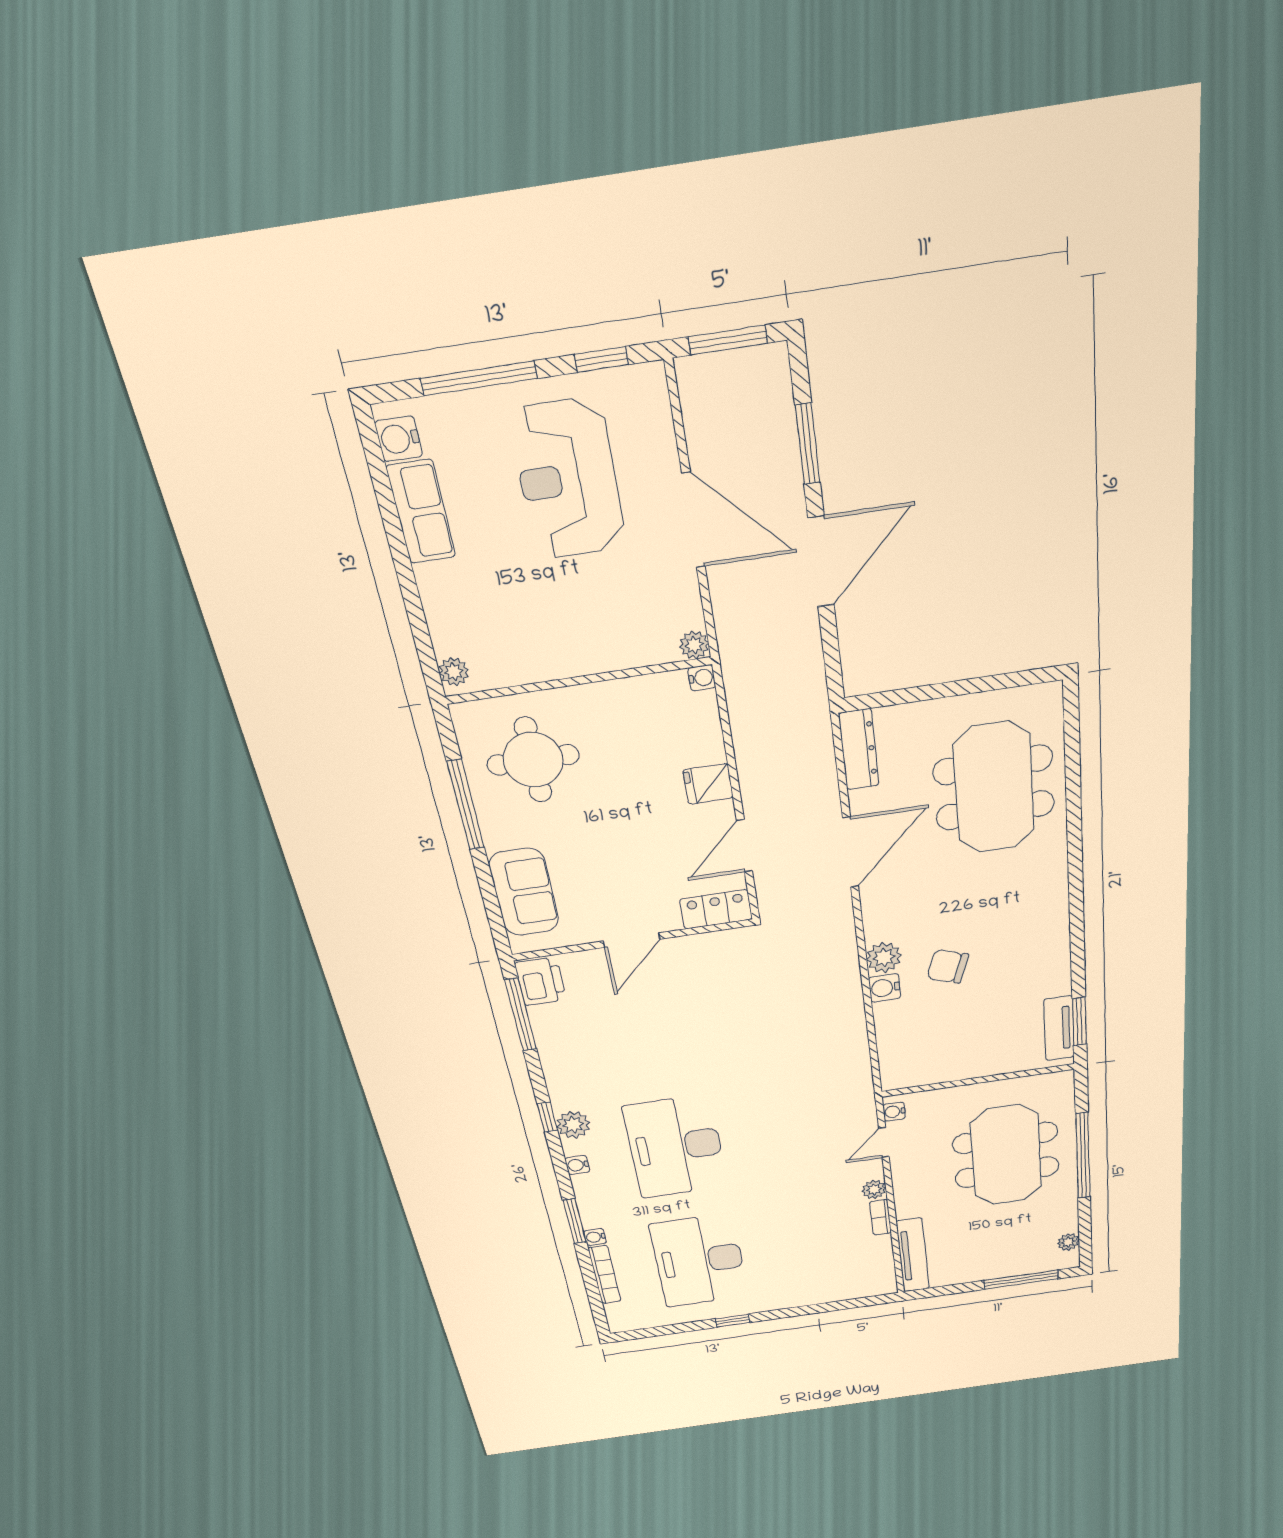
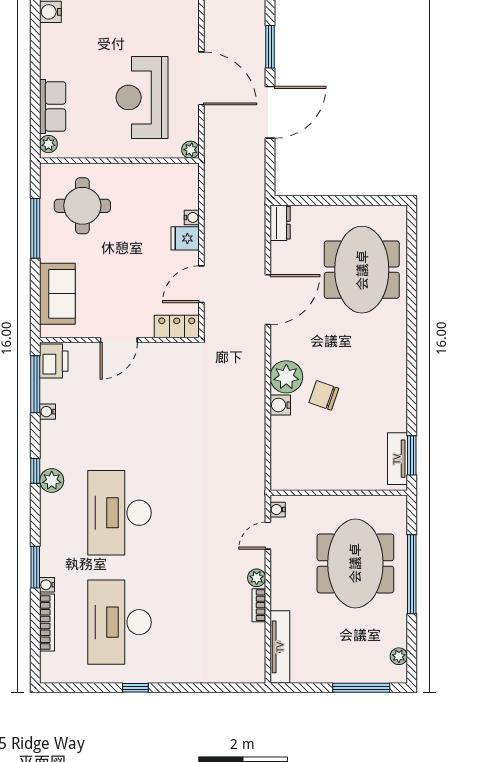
reception desk: (568, 479) -> (142, 97), moved
row of seats: (421, 512) -> (53, 106), moved
water cooler: (702, 678) -> (192, 217), moved
dresser: (859, 750) -> (280, 223), width x0.70
plant: (884, 957) -> (286, 377), width x1.36, depth x1.36
water cooler: (577, 1165) -> (48, 412), moved

